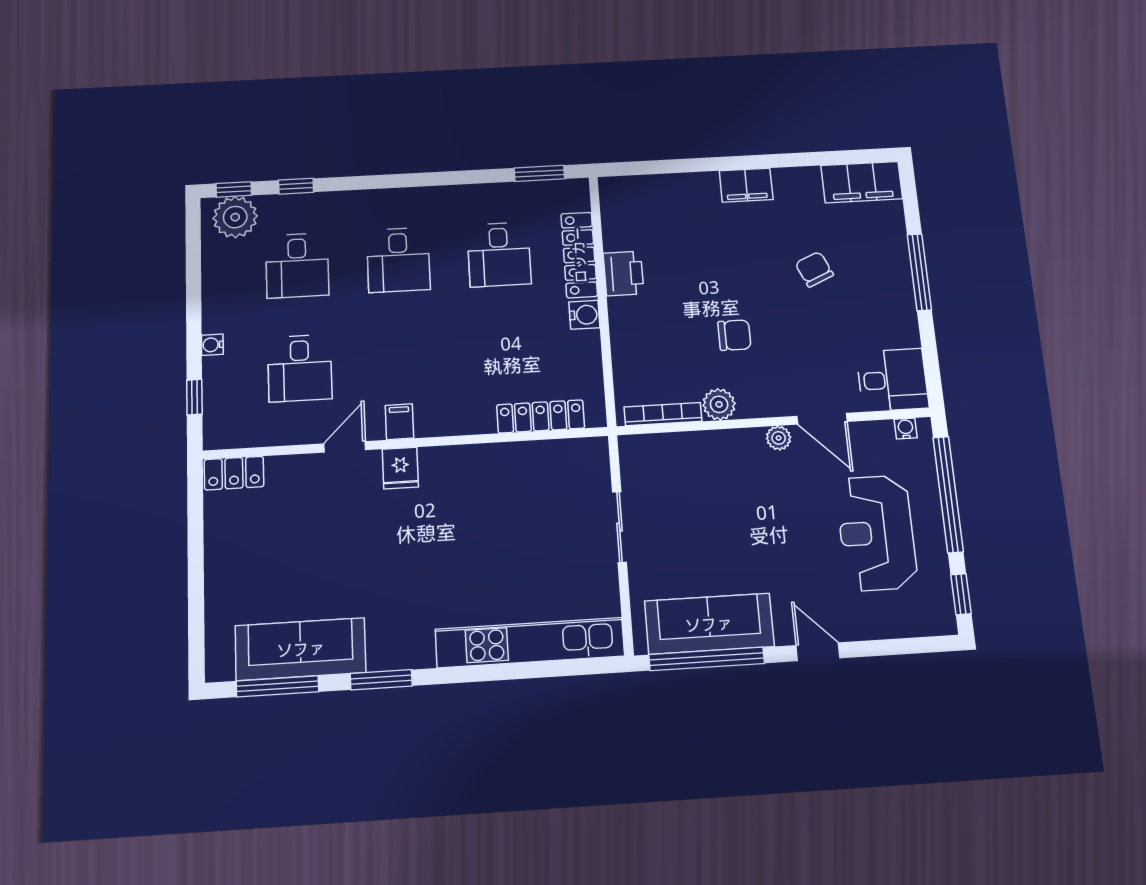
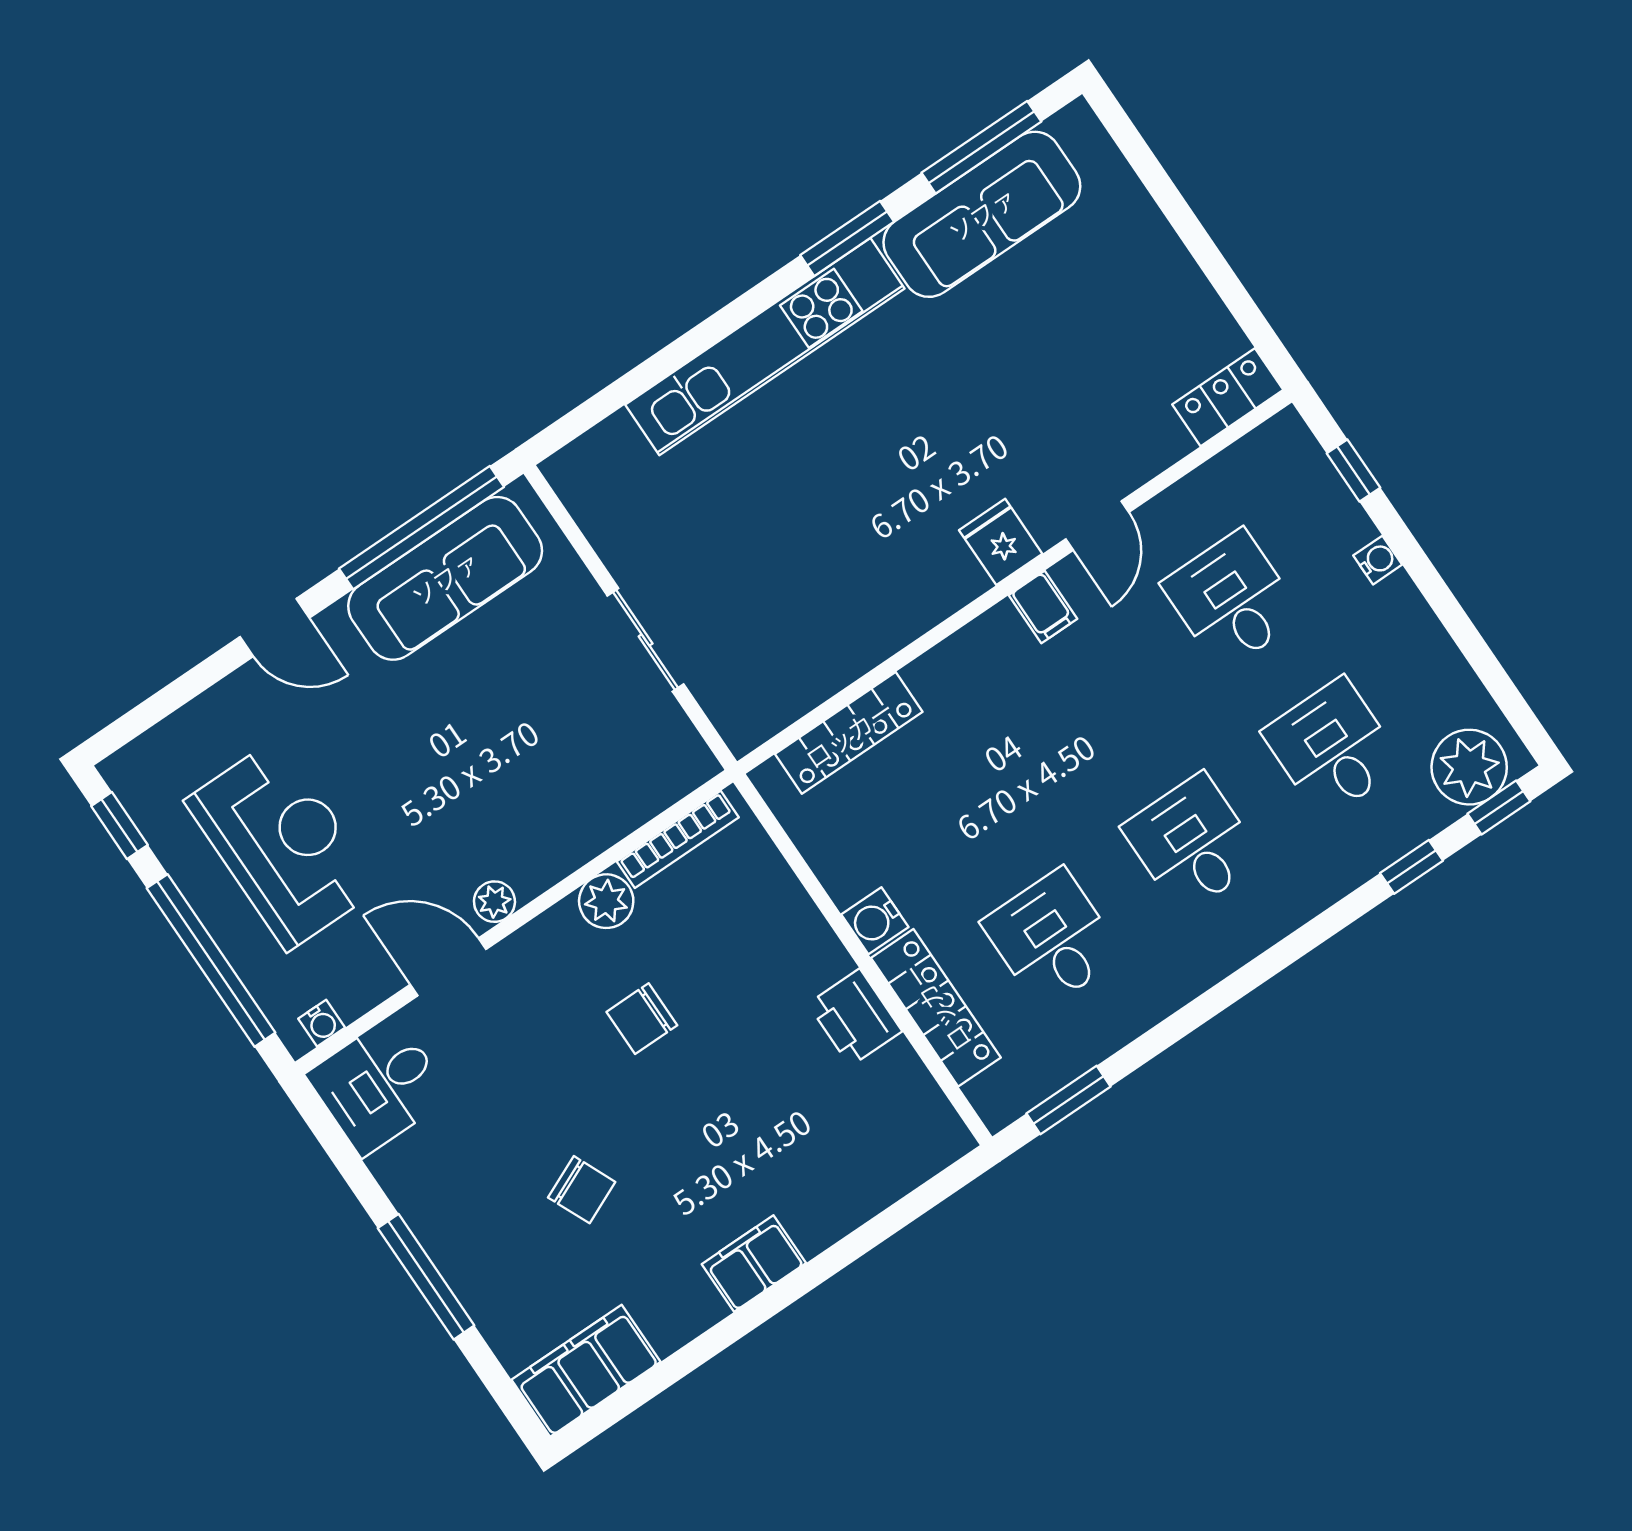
kitchen unit: (530, 643) -> (765, 347), moved

